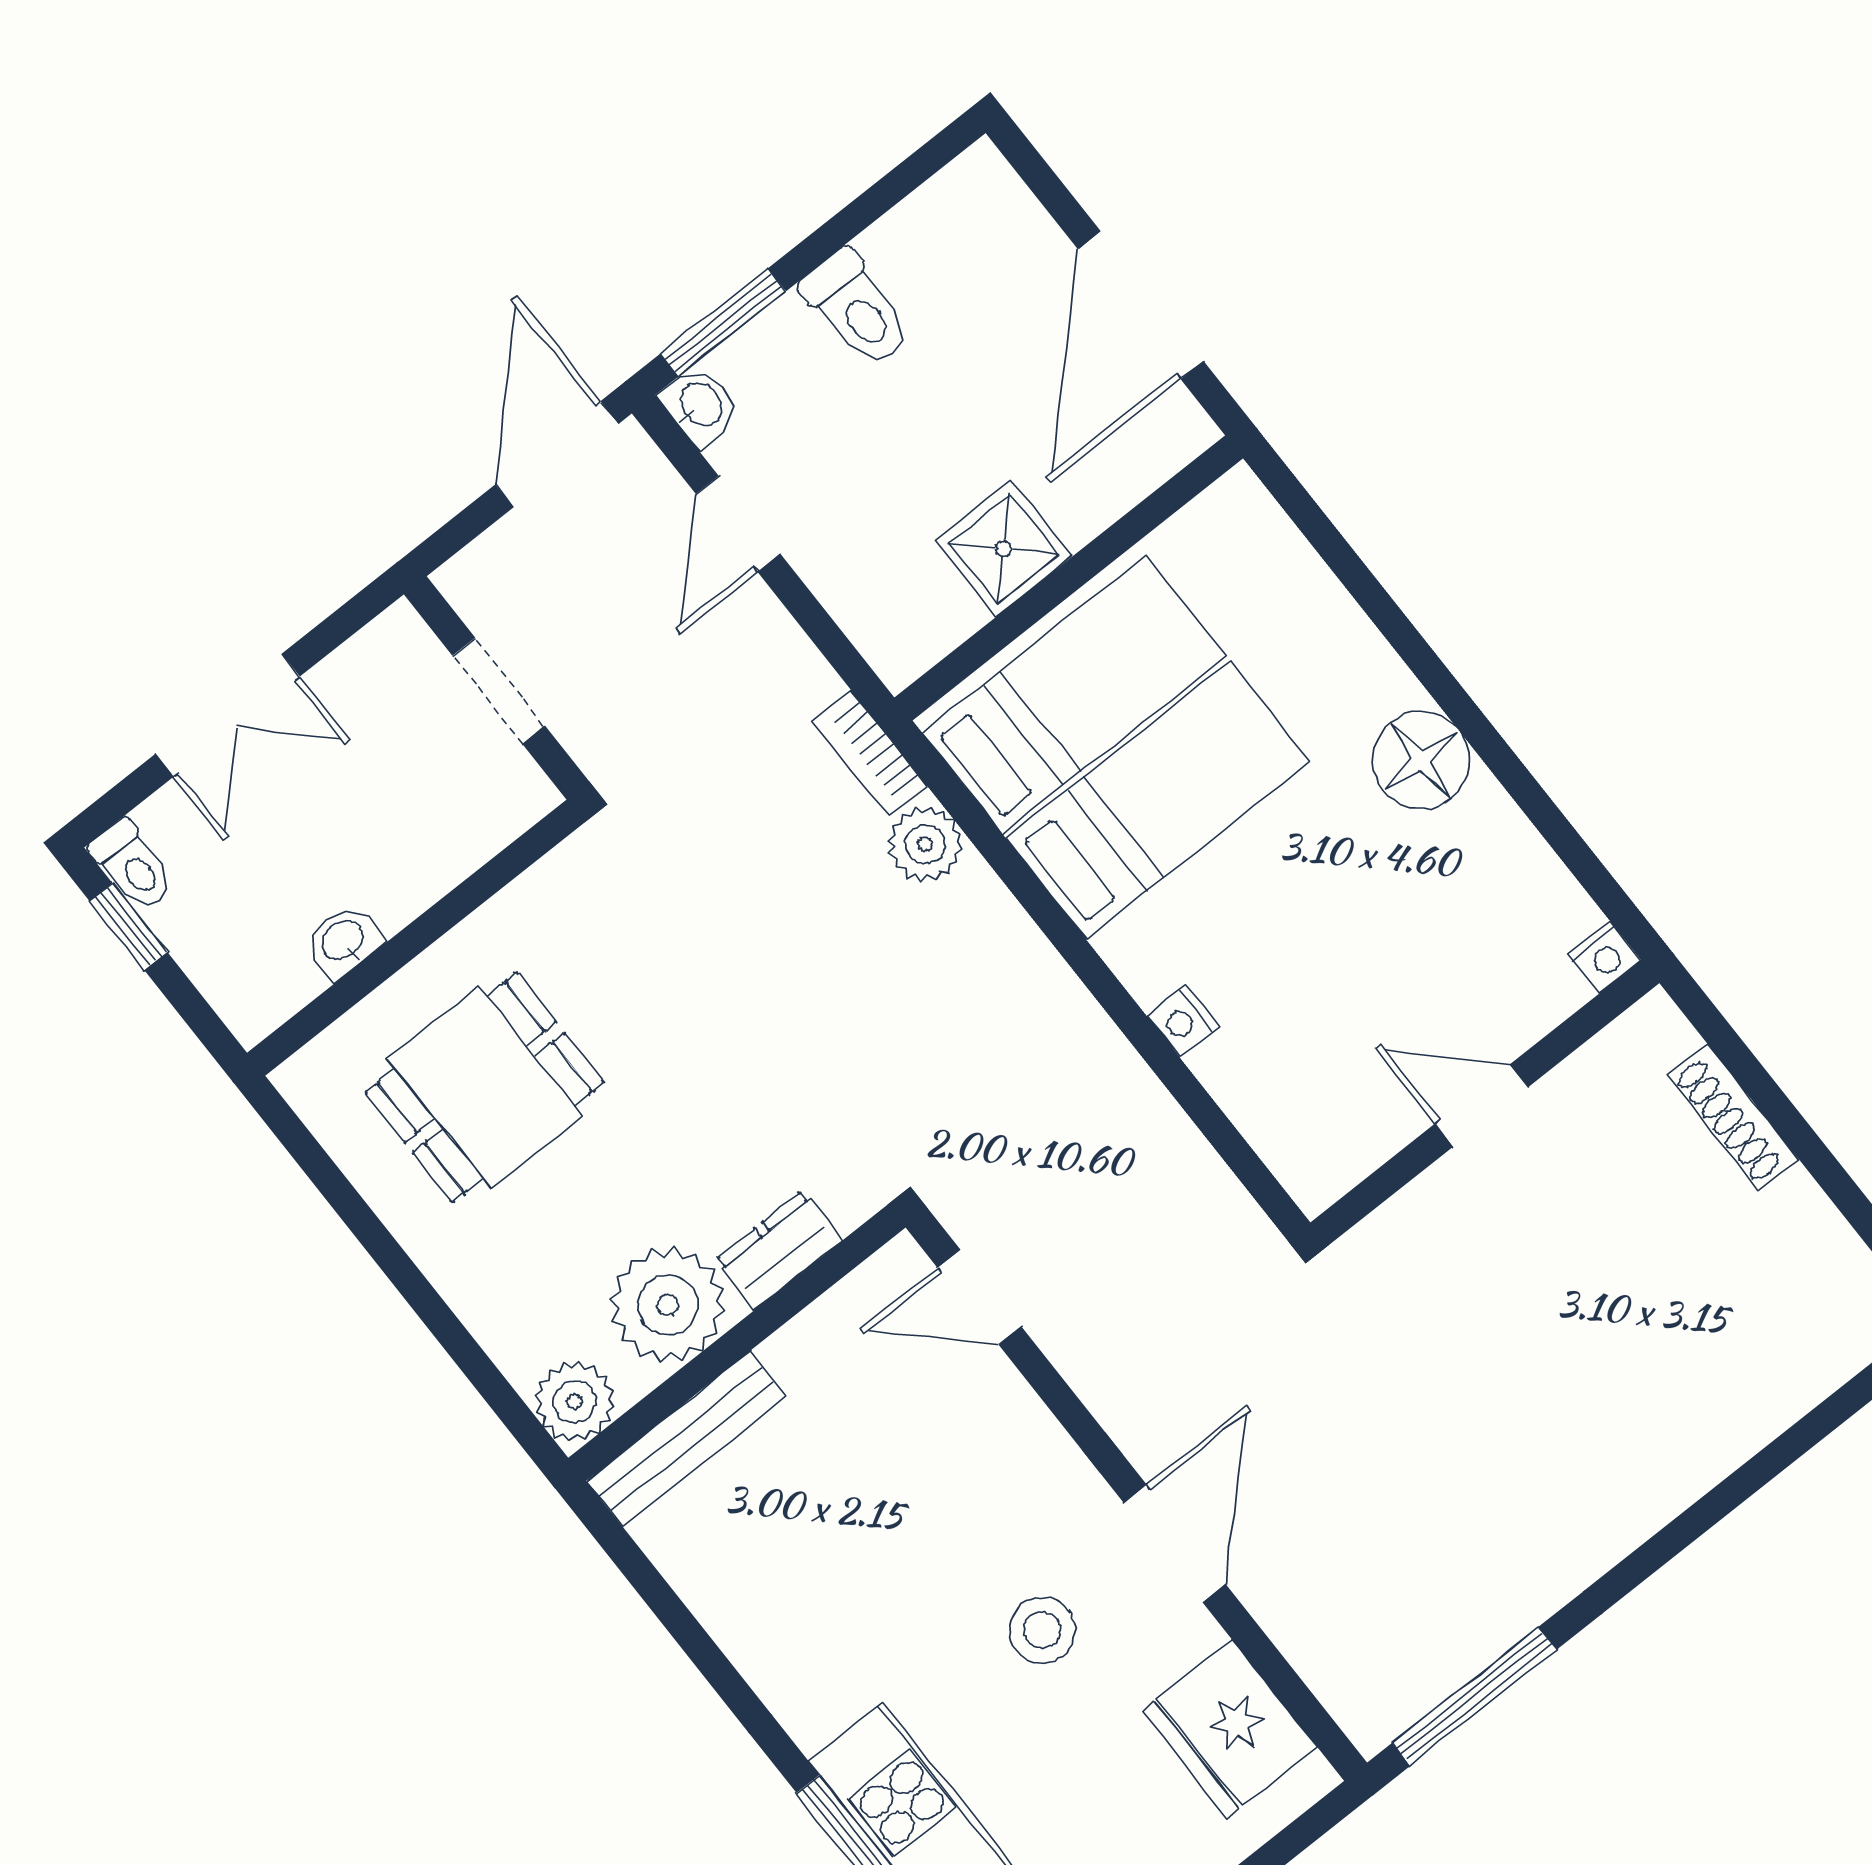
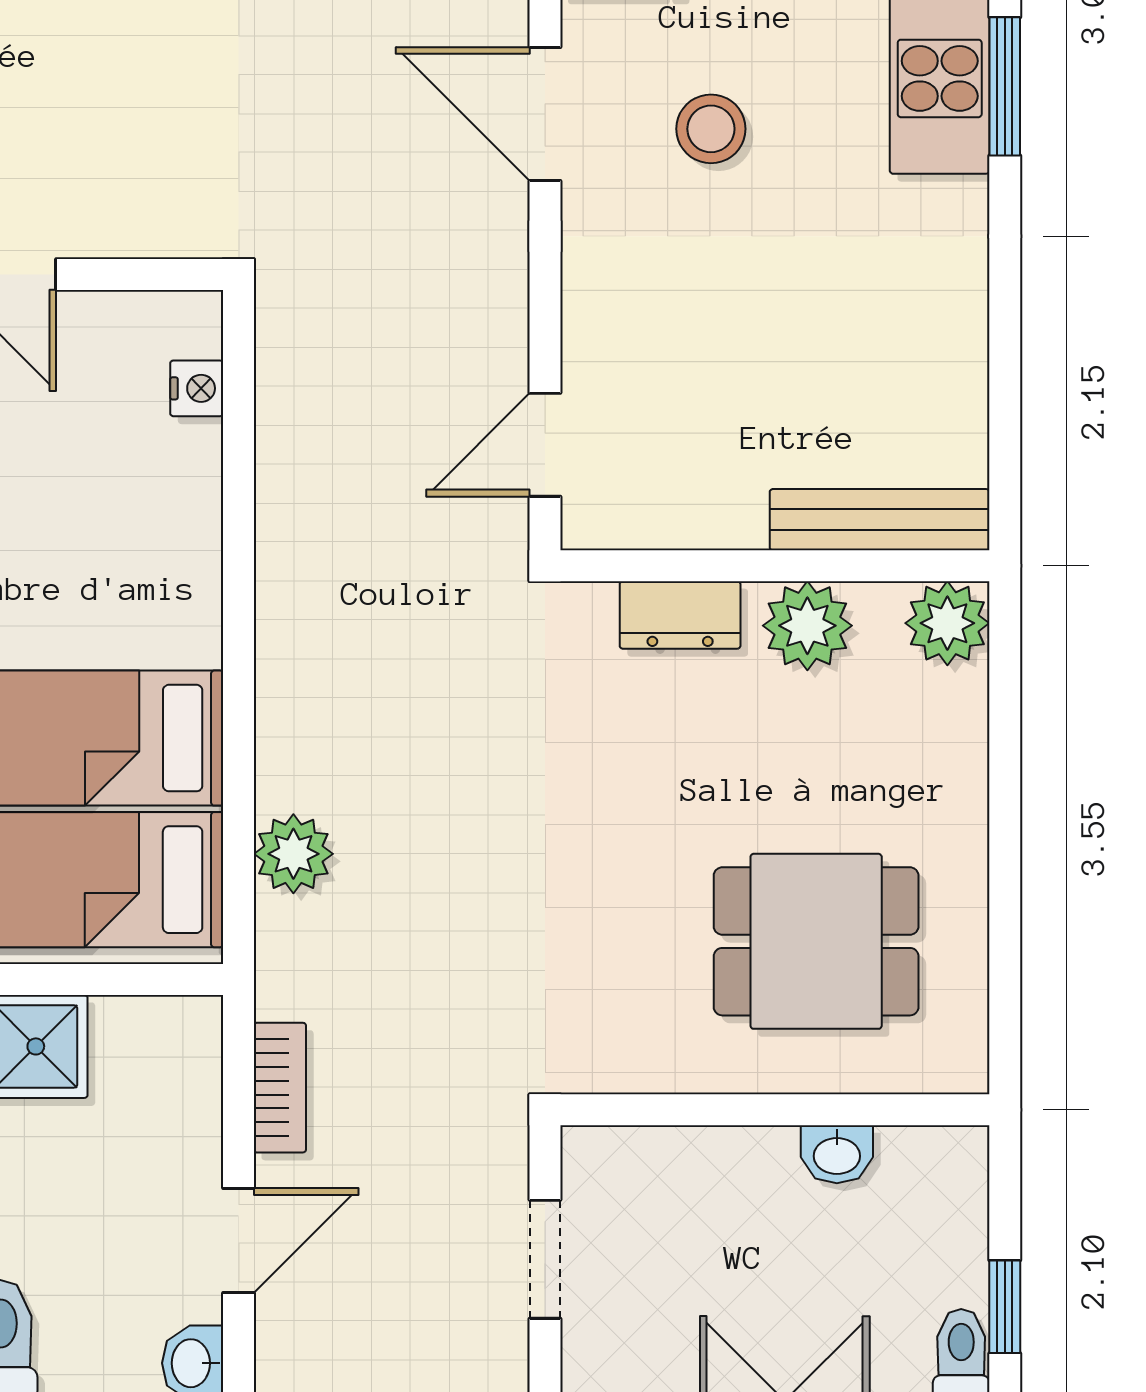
bookcase: (870, 754) -> (280, 1088), moved
nightstand: (1183, 1021) -> (197, 388), moved
door: (979, 1297) -> (545, 445), swing flipped
plant: (668, 1305) -> (807, 626), width x0.73, depth x0.73
door: (1175, 1543) -> (545, 114), hinge flipped

